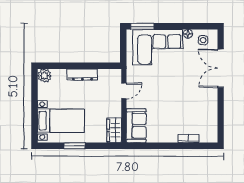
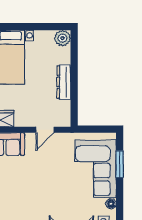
window: (142, 26) -> (120, 164), moved
door: (124, 91) -> (45, 130), hinge flipped

